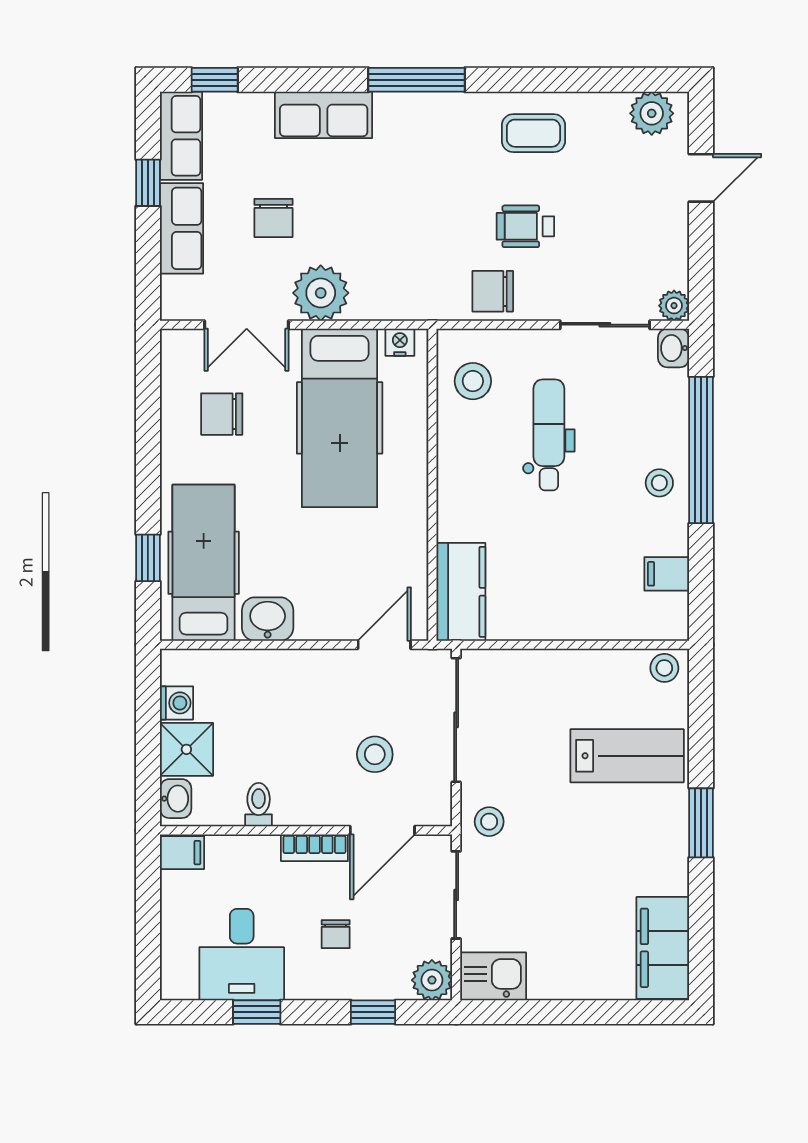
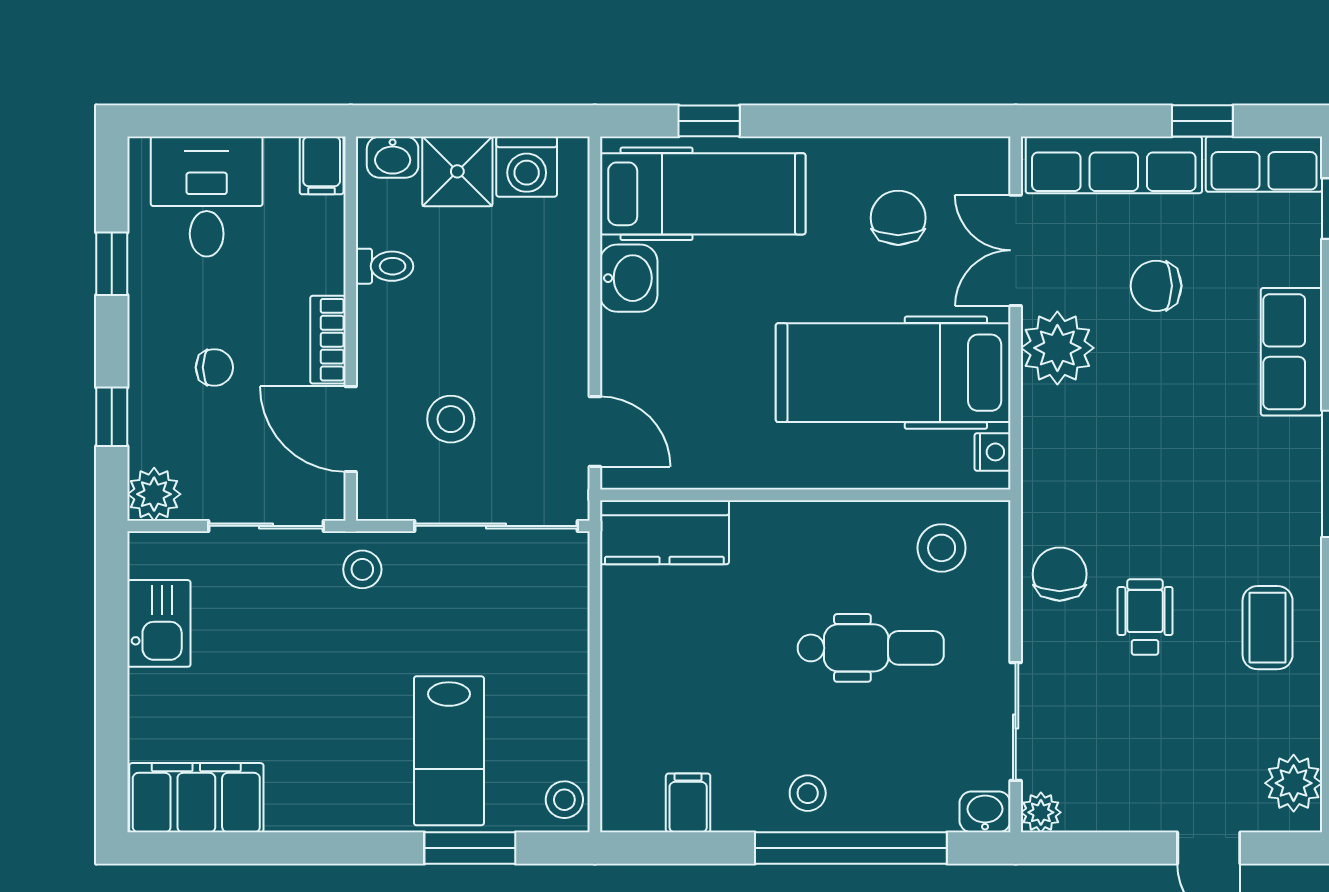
row of seats: (182, 228) -> (1114, 165), width x1.48
washing machine: (177, 703) -> (527, 167), width x1.38, depth x1.38
window: (701, 823) -> (470, 848), moved
chair: (336, 934) -> (214, 367), turned 180
desk: (242, 955) -> (207, 197), moved, turned 90
kitchen sink: (493, 976) -> (159, 623), moved

